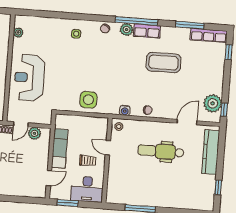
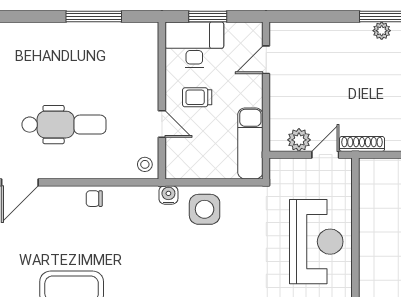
water cooler: (125, 110) -> (168, 195), moved
exam couch: (60, 148) -> (250, 143), moved
window: (67, 203) -> (208, 16), moved

